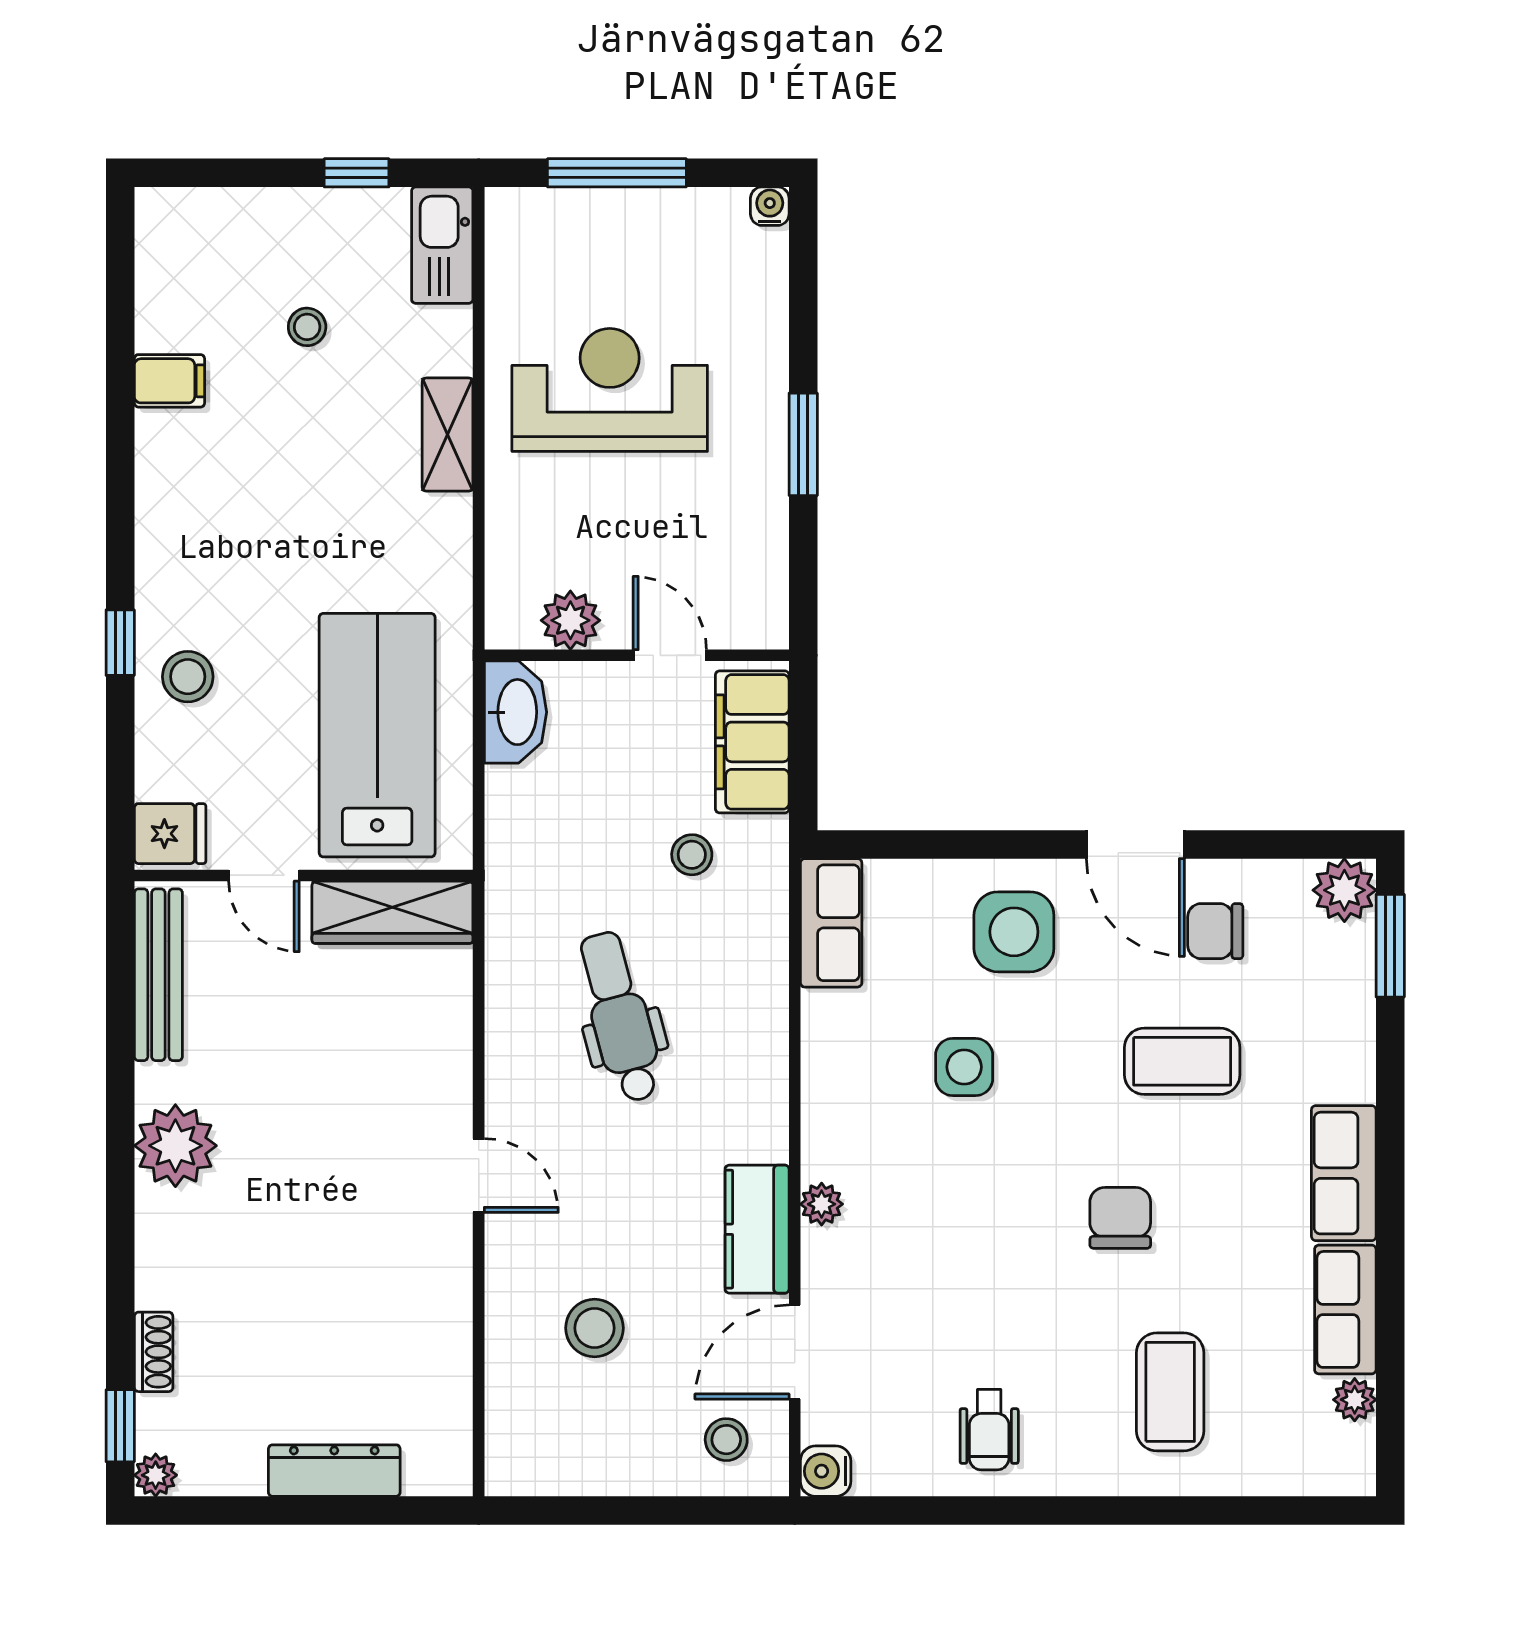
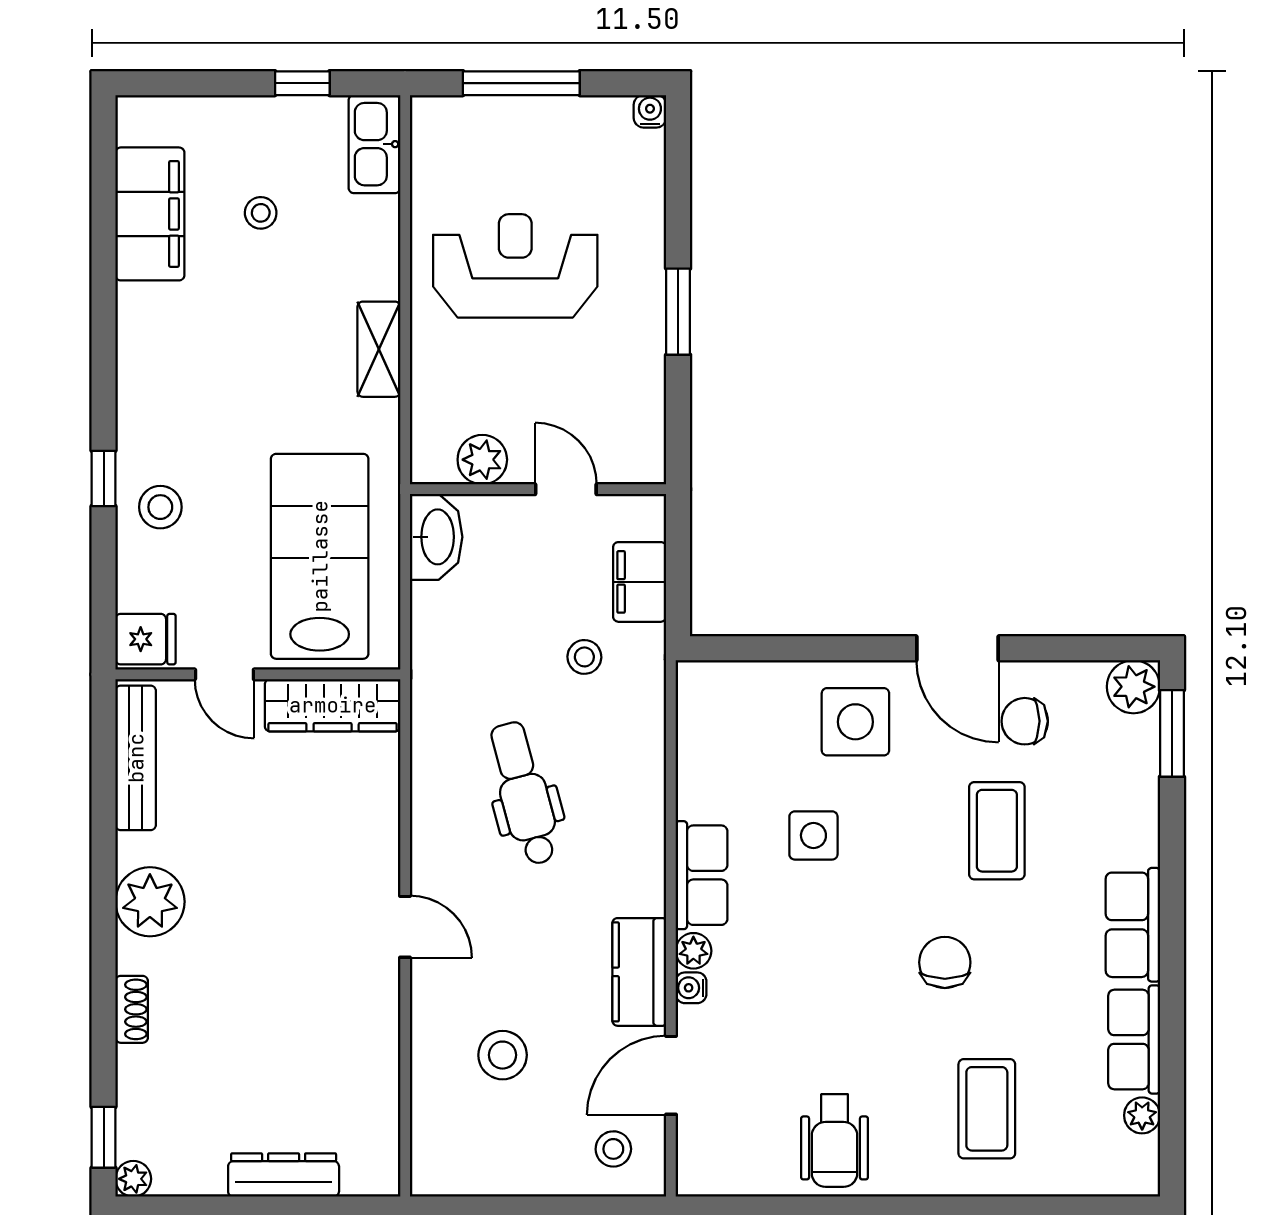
filing cabinet: (169, 381) -> (150, 214), width x3.00, depth x1.17
shelving: (448, 435) -> (379, 349), moved
filing cabinet: (752, 742) -> (640, 582), width x0.67, depth x0.86
row of seats: (831, 923) -> (702, 875), moved
coffee table: (1182, 1061) -> (997, 831), turned 90
shoe rack: (154, 1352) -> (132, 1009), moved
wheelchair: (989, 1430) -> (835, 1141), width x1.36, depth x1.37
water cooler: (826, 1471) -> (691, 988), moved, width x0.72, depth x0.72

